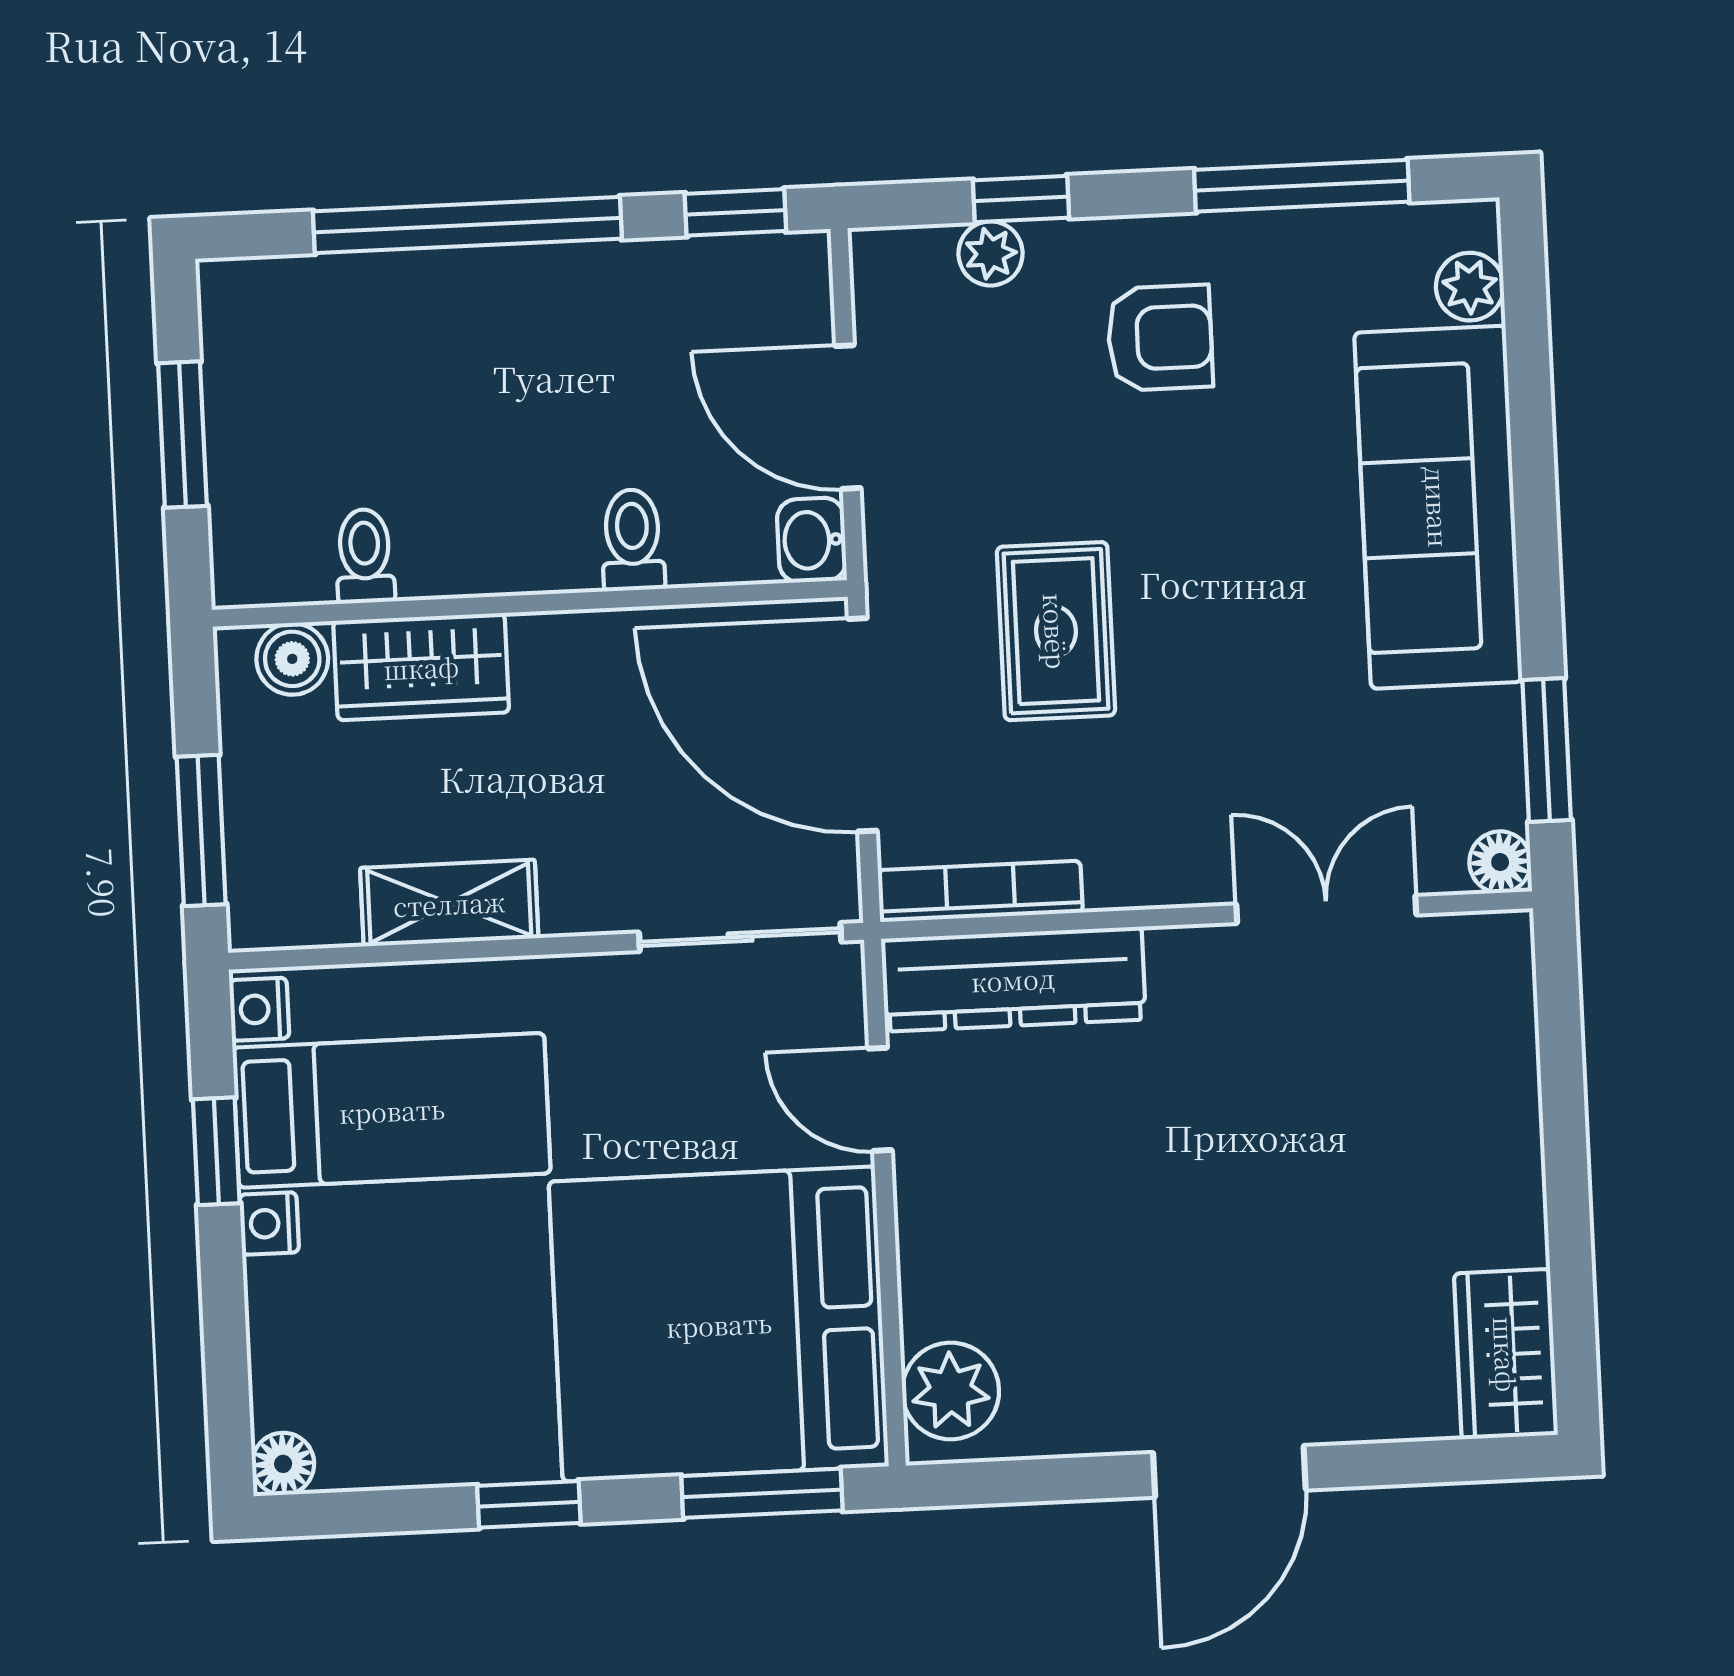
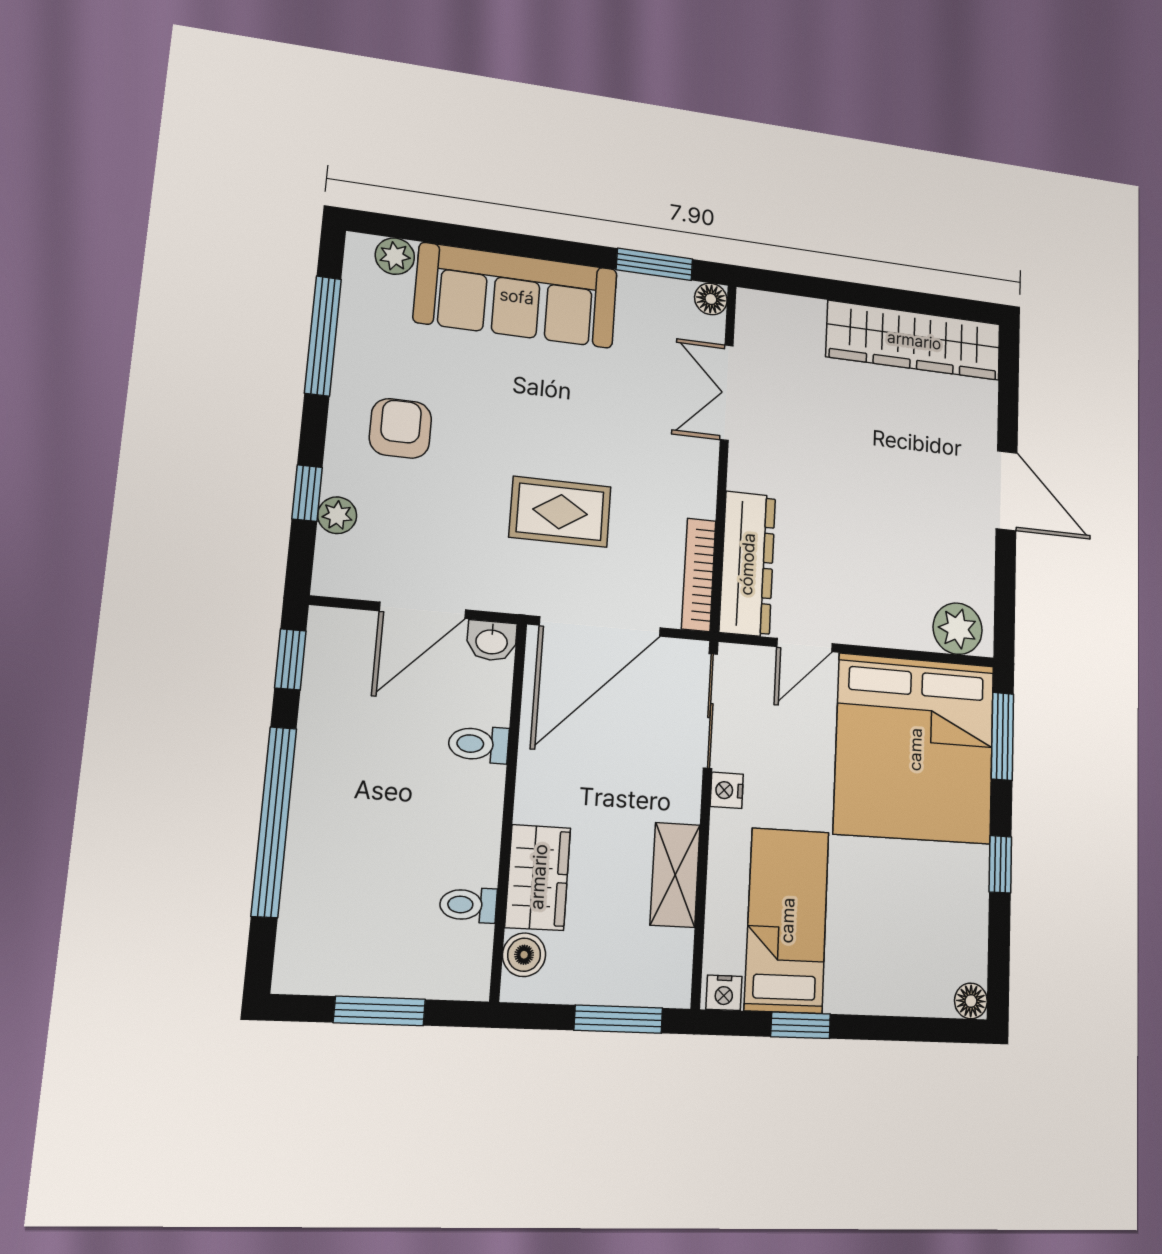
nightstand: (269, 1223) -> (727, 790), moved, turned 90
wardrobe: (1506, 1354) -> (914, 340), width x2.10, depth x1.17

